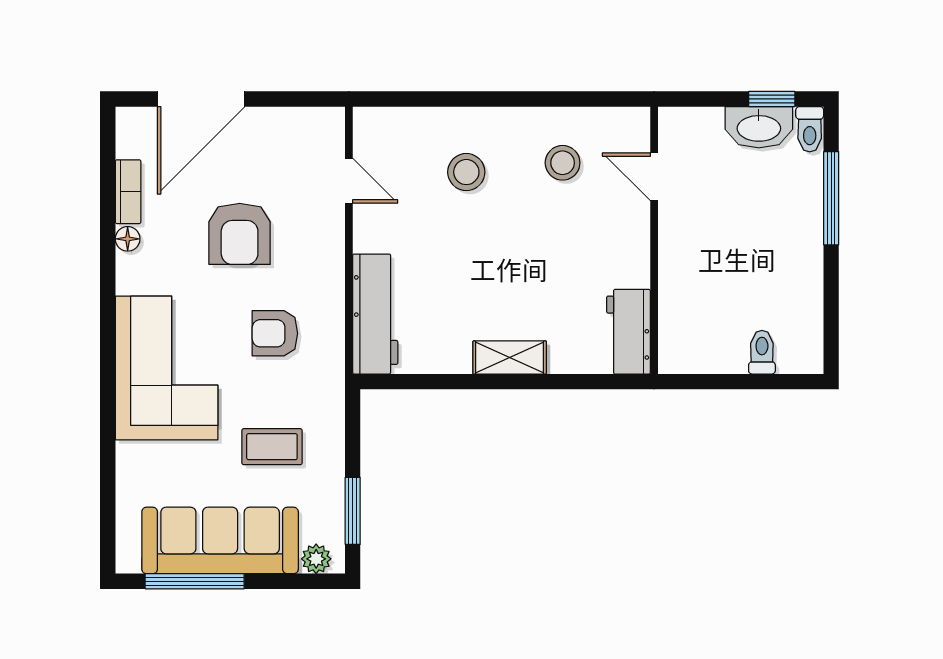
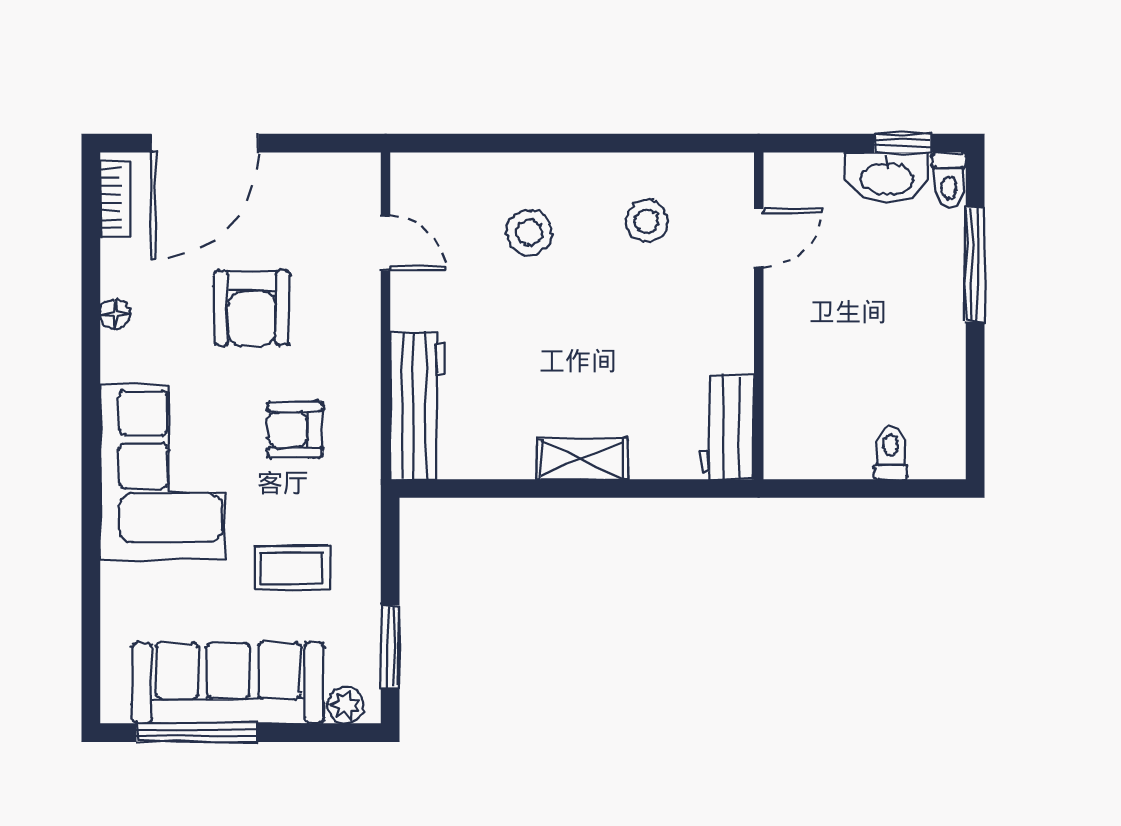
door: (654, 177) -> (759, 238), swing flipped
bookcase: (128, 192) -> (116, 198), moved

